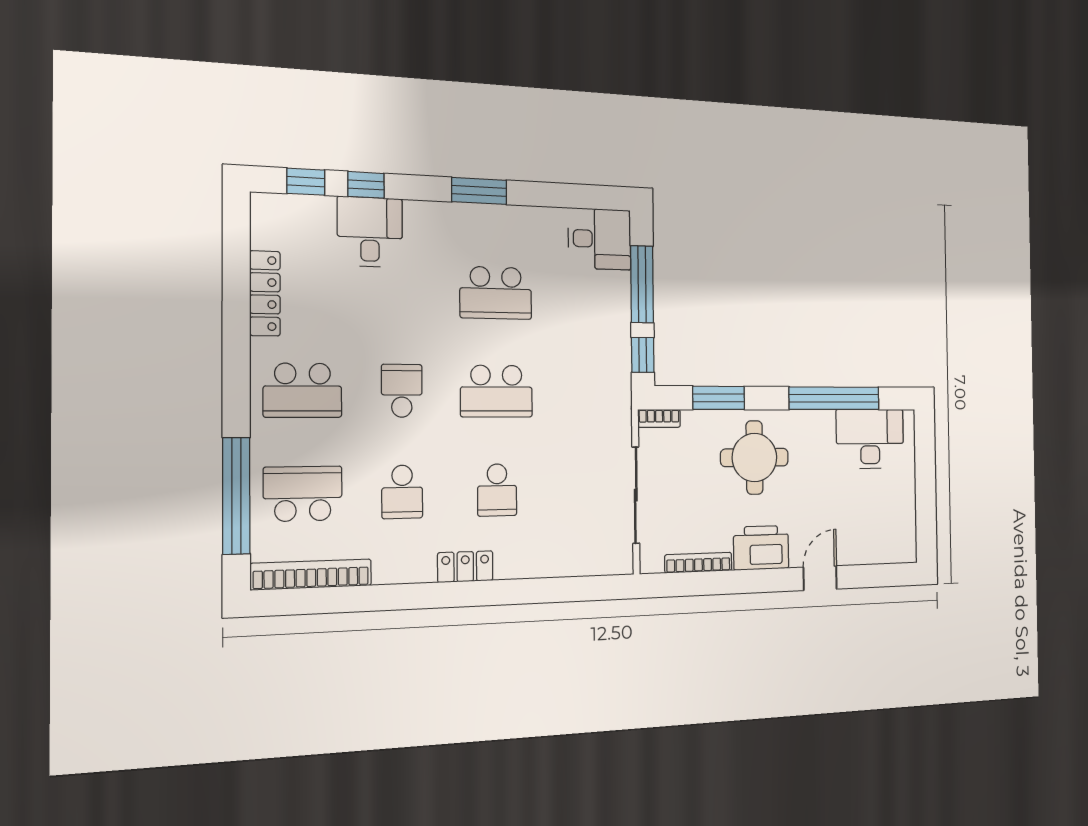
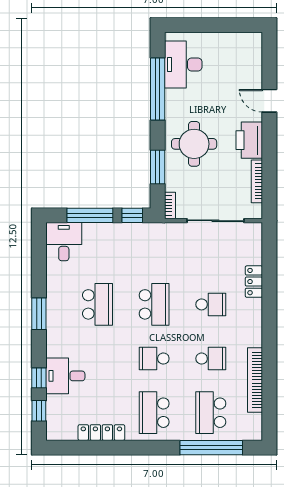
school desk: (303, 390) -> (154, 413), turned 180
locker: (465, 567) -> (254, 282), moved
bookcase: (311, 575) -> (255, 380), moved

